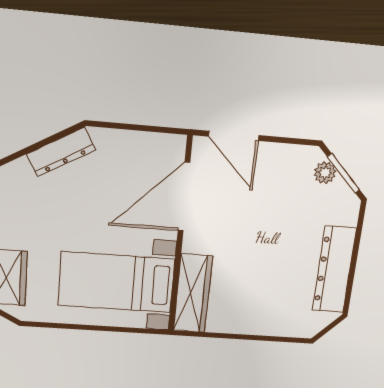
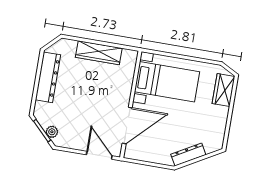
wardrobe: (193, 293) -> (99, 53), moved, turned -90

